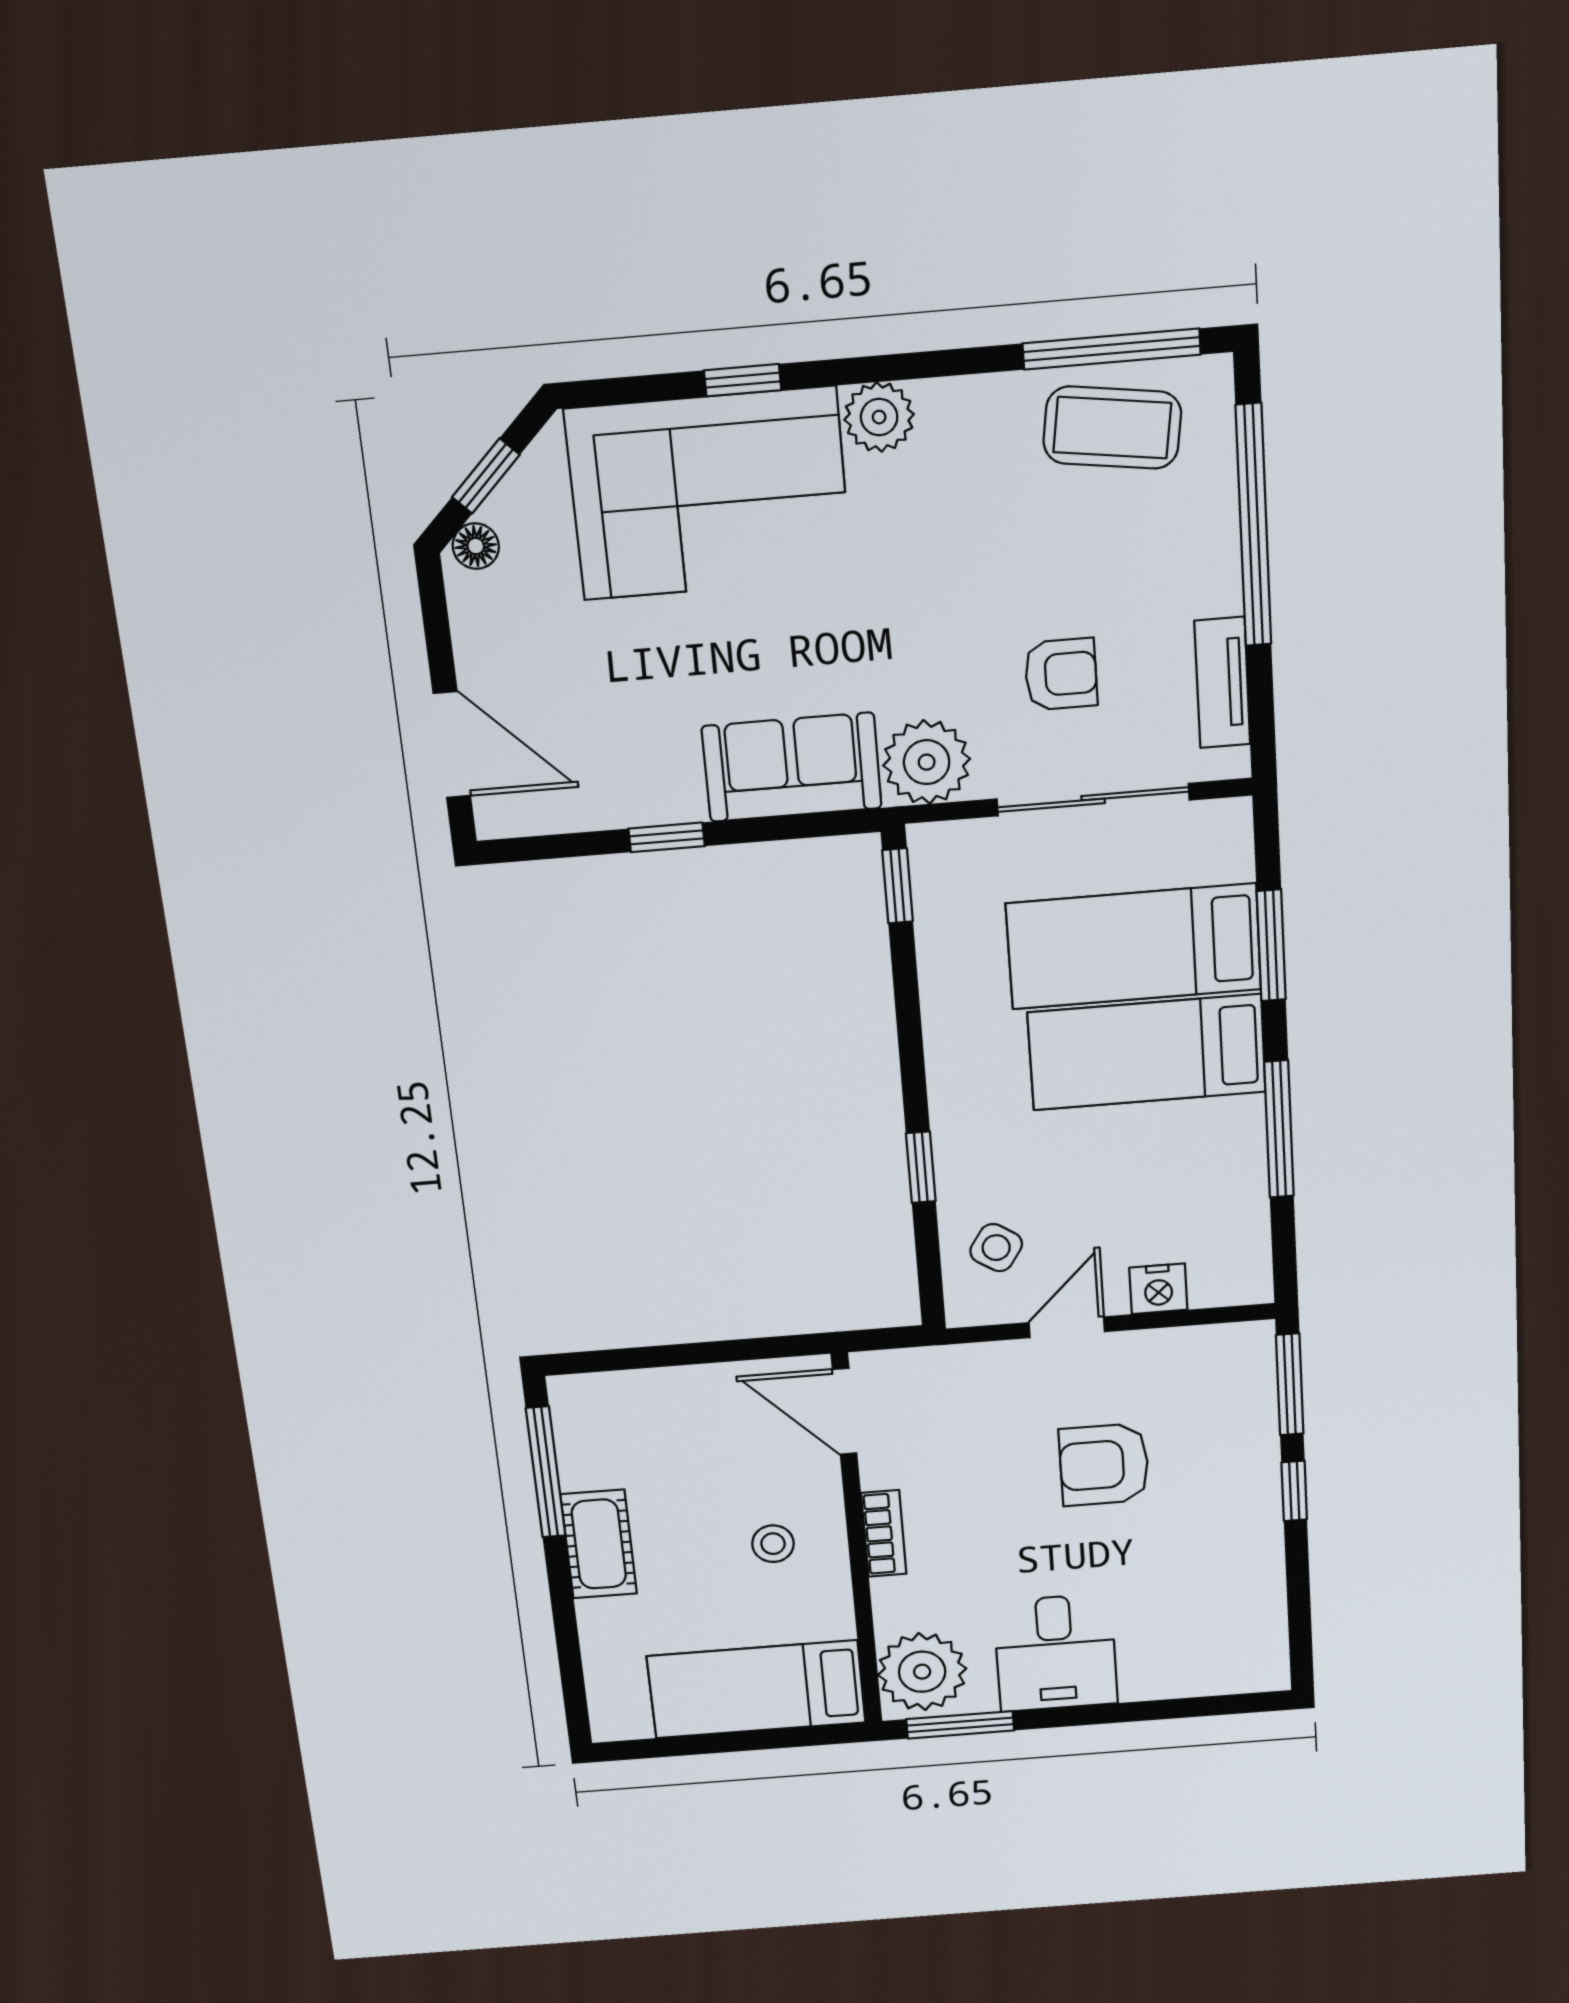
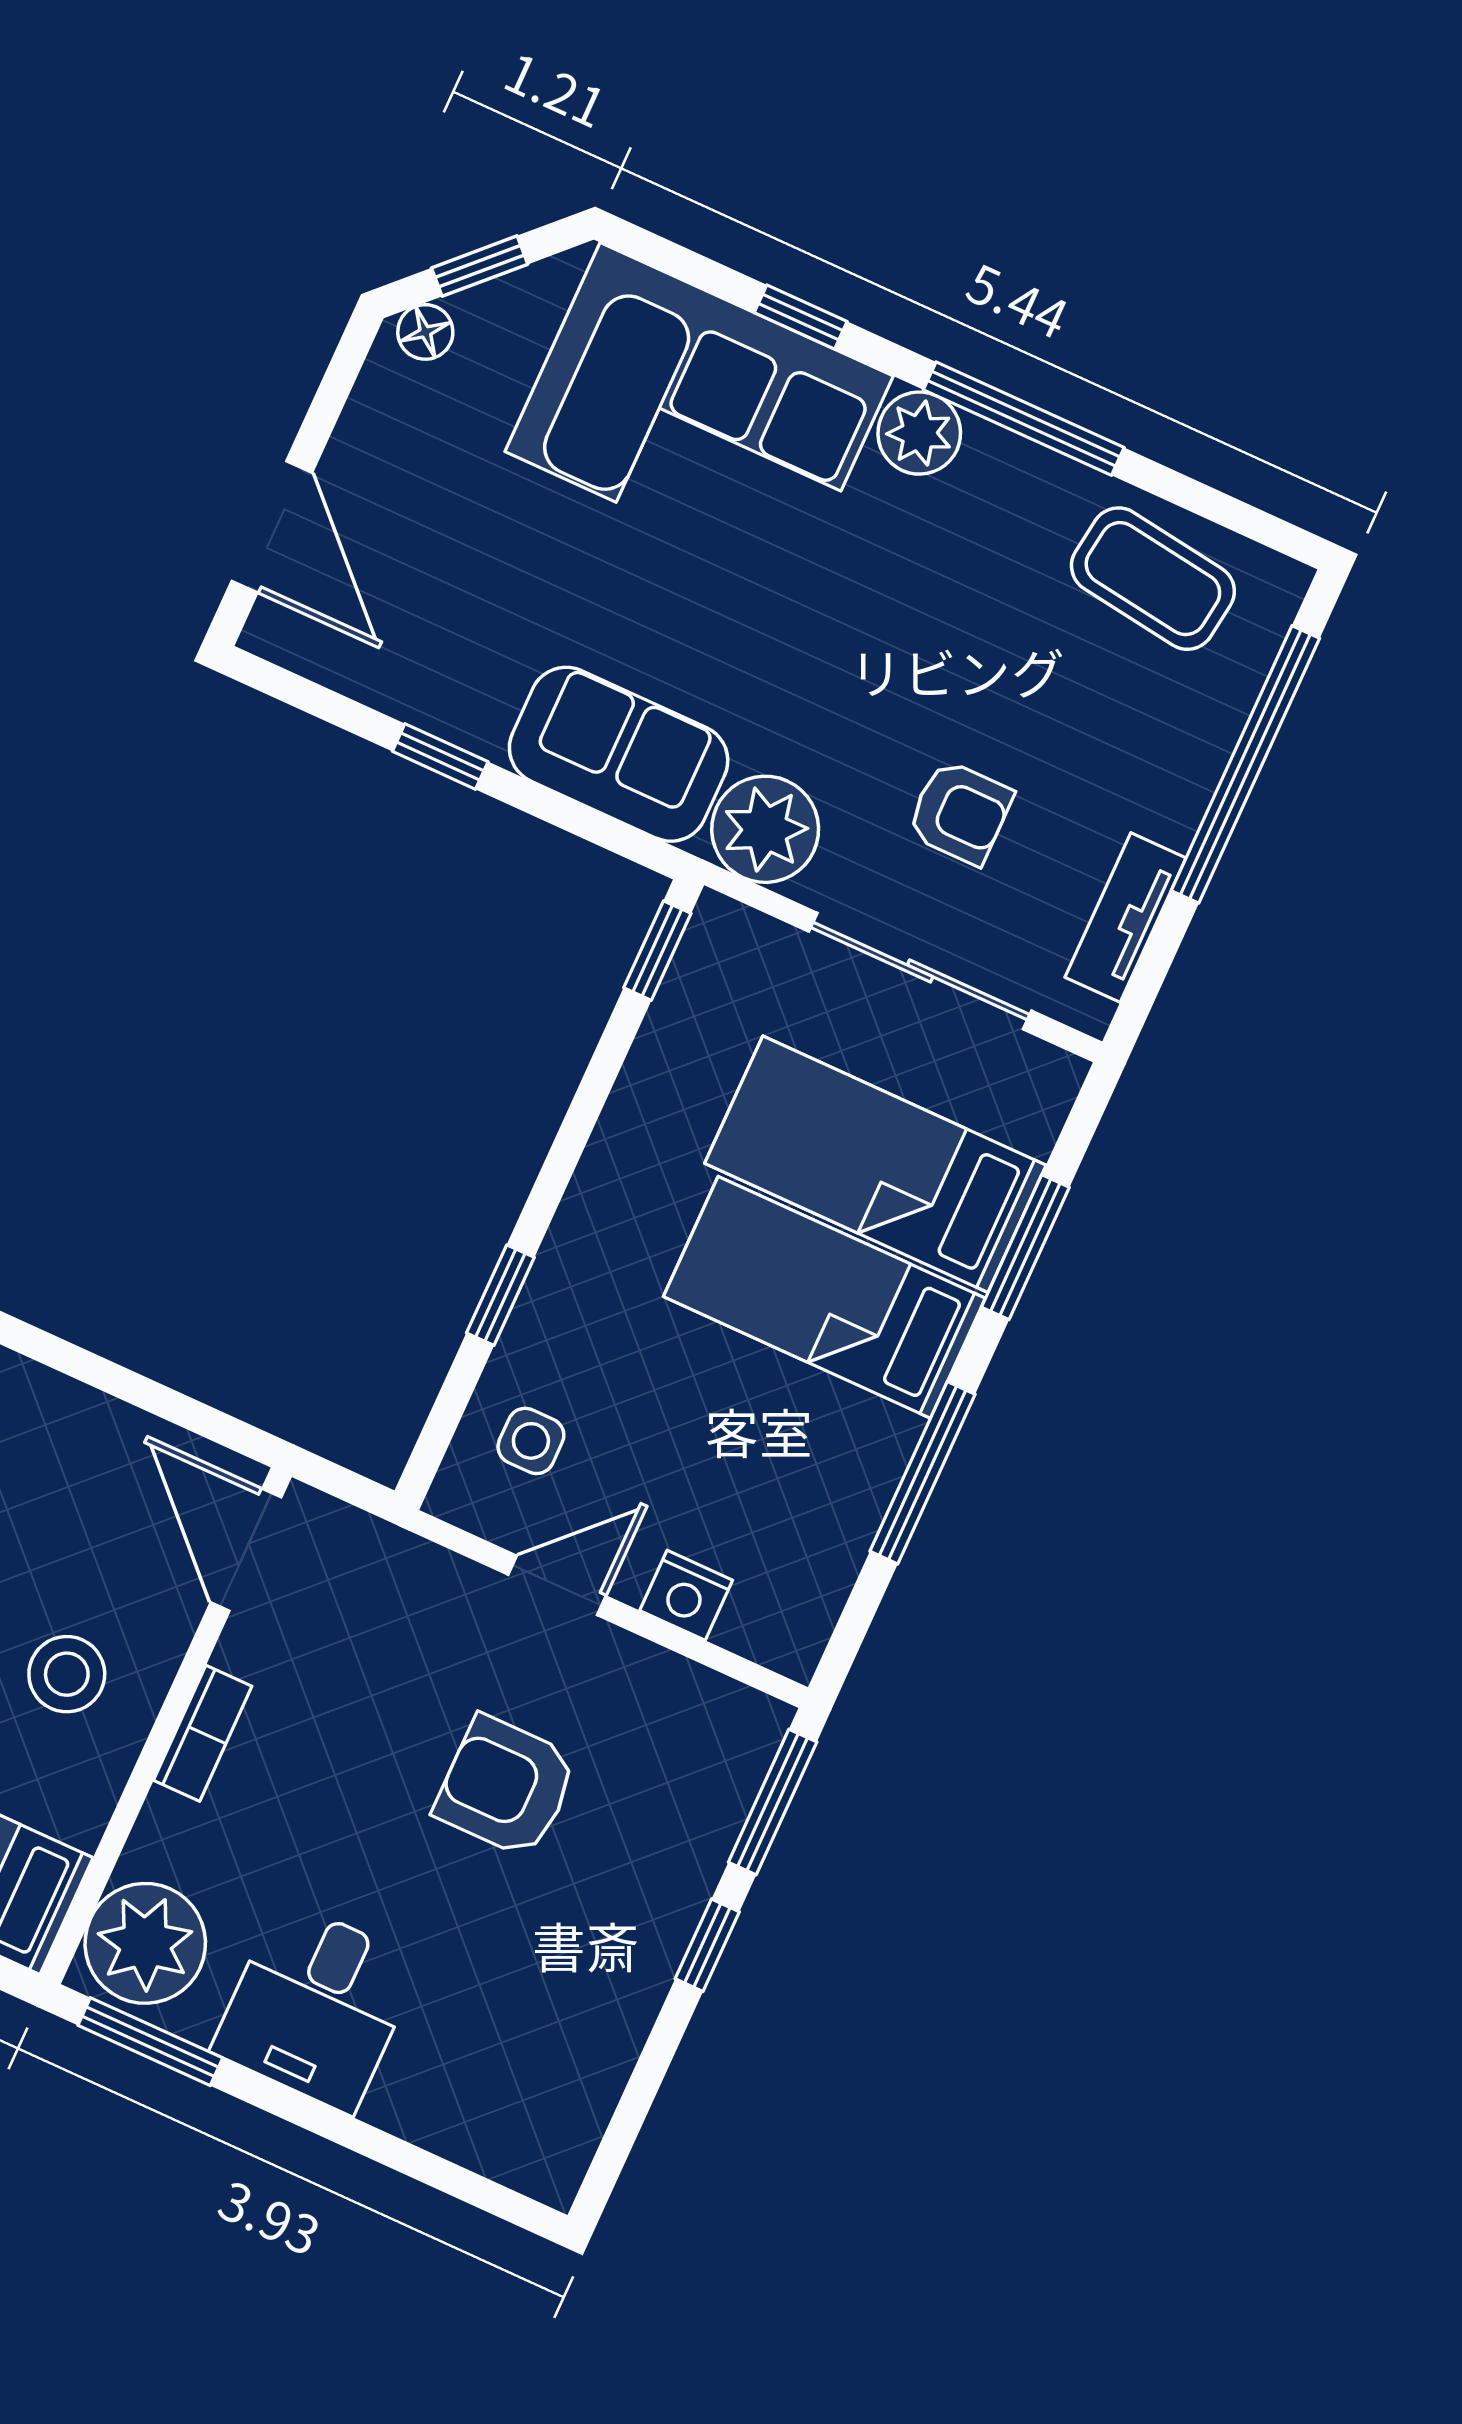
window: (1112, 349) -> (1024, 419), moved
side table: (996, 1248) -> (531, 1441), turned -33
stool: (773, 1544) -> (67, 1674), width x1.37, depth x1.37

